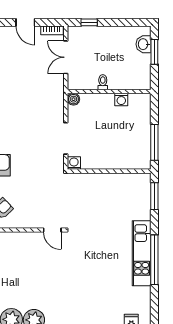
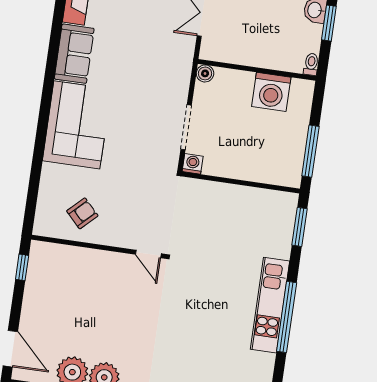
toilet: (103, 82) -> (311, 64), moved
washing machine: (121, 100) -> (271, 92), width x1.89, depth x1.89

